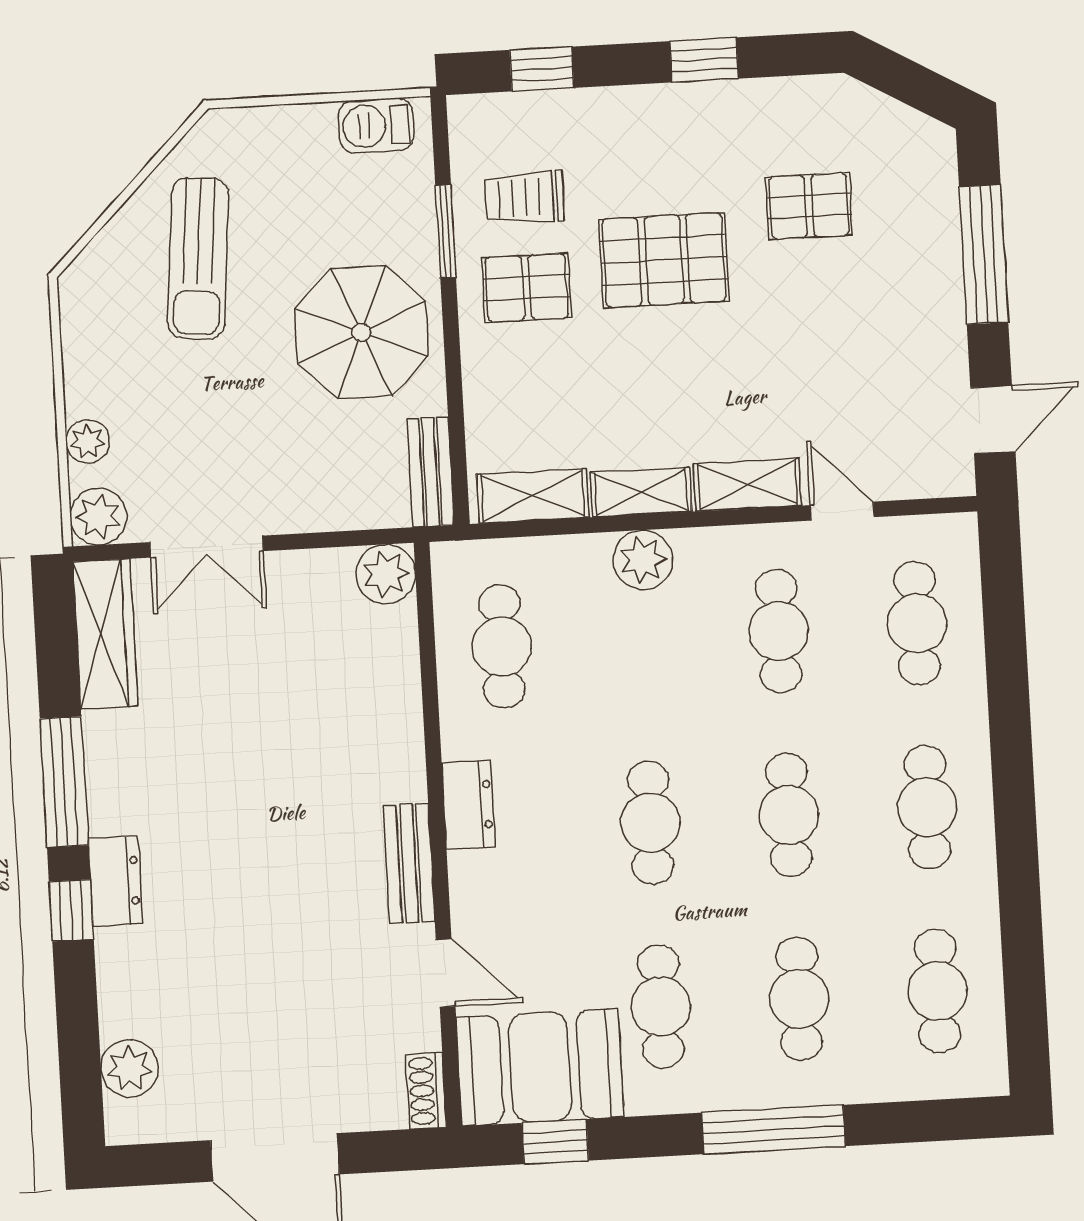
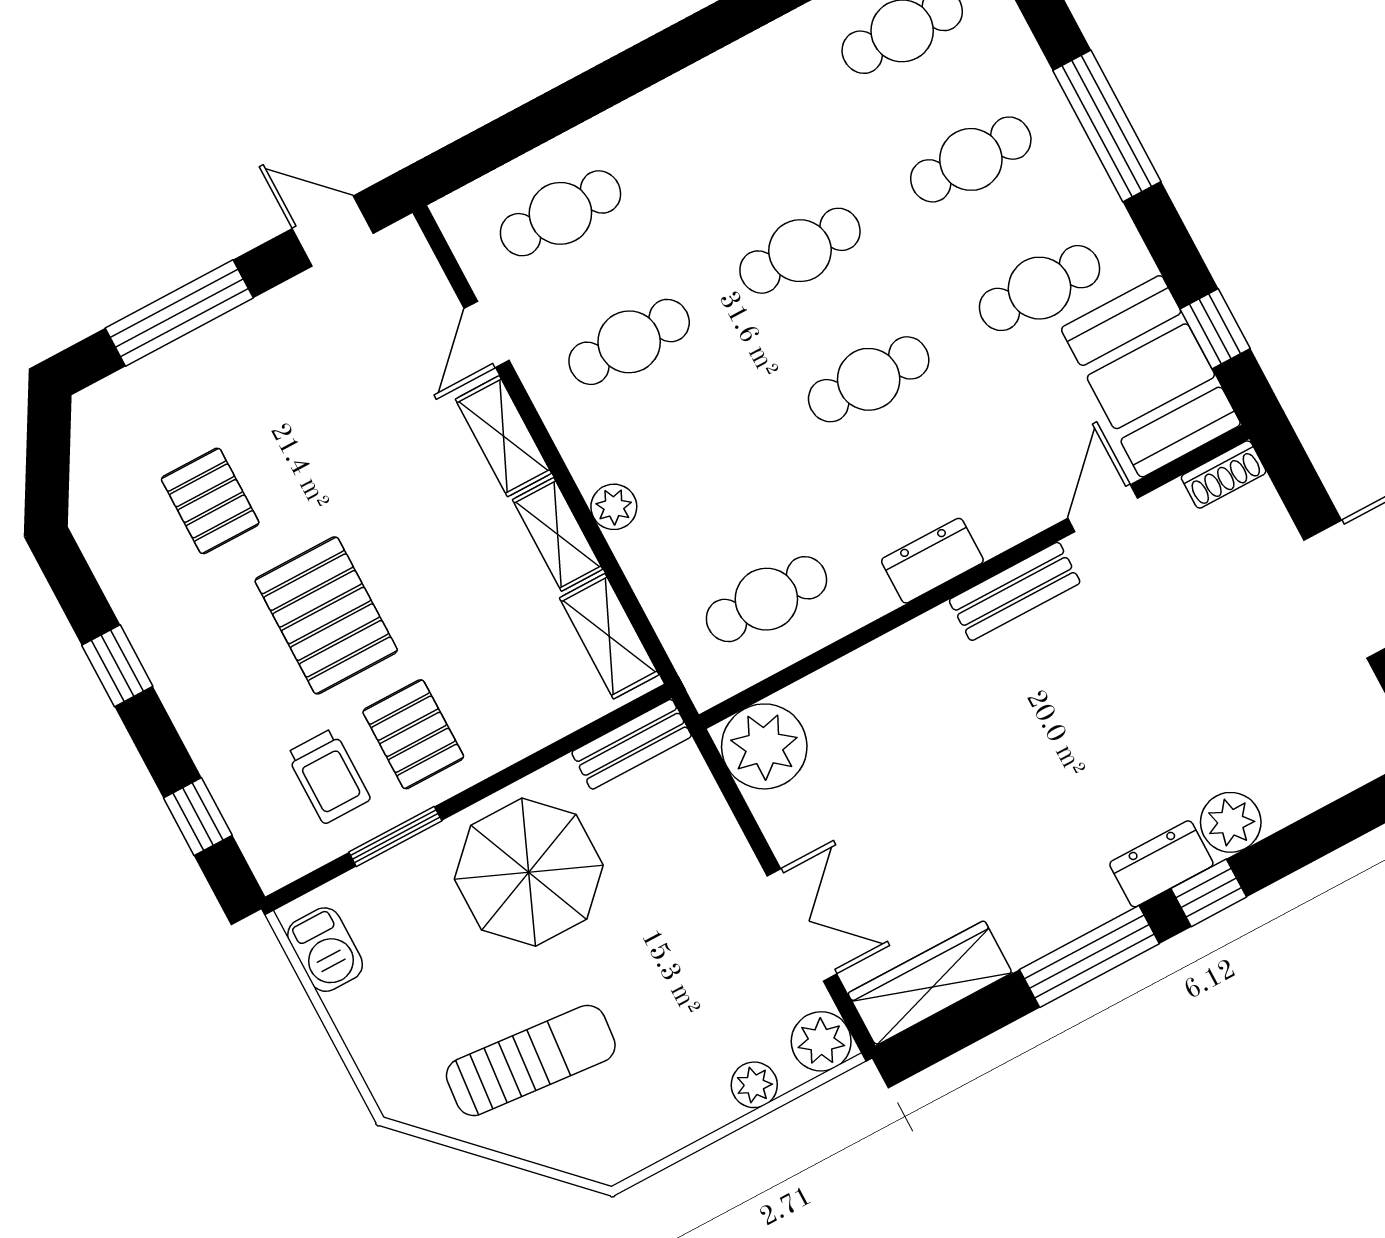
plant: (643, 560) -> (614, 507), width x0.73, depth x0.73
plant: (386, 574) -> (764, 746), width x1.36, depth x1.36
cafe table: (927, 807) -> (731, 122), removed
plant: (130, 1068) -> (1231, 822), moved

